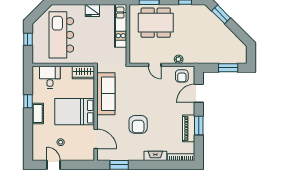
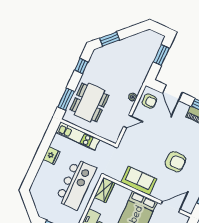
kitchen island: (61, 35) -> (76, 184), moved, turned -90
sofa: (106, 94) -> (139, 181), width x0.73

